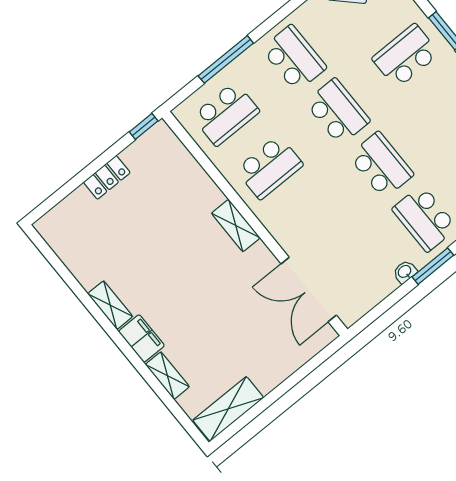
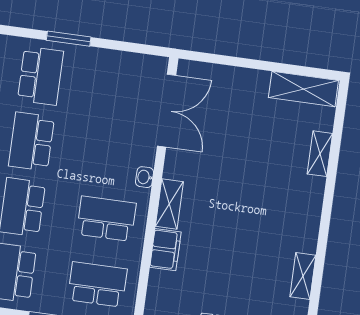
washbasin: (405, 272) -> (145, 177), moved, turned 90
shelving: (110, 305) -> (303, 276), moved
filing cabinet: (142, 338) -> (165, 250), moved, turned 180

